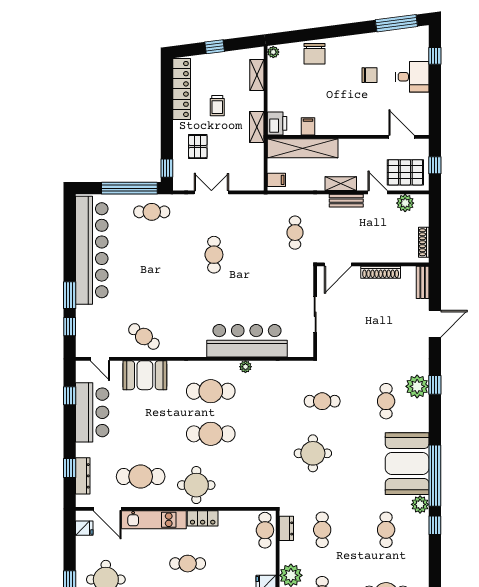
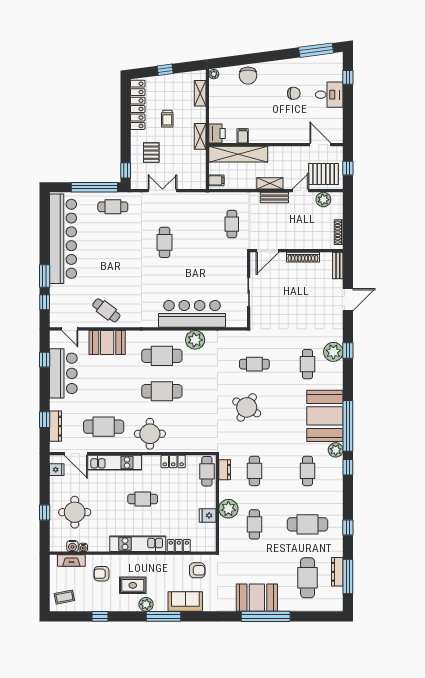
door: (378, 192) -> (300, 191), hinge flipped
plant: (245, 367) -> (195, 340), width x1.87, depth x1.87
round table: (313, 453) -> (247, 407), turned 30
locker: (203, 518) -> (173, 461), moved

